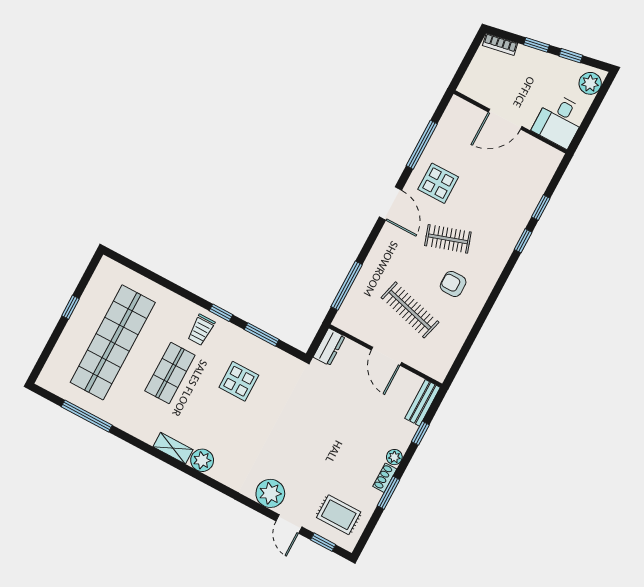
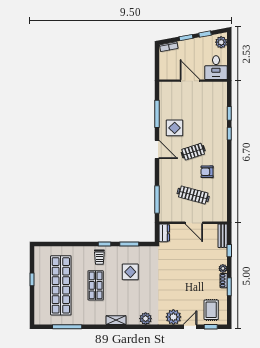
door: (505, 119) -> (190, 81), swing flipped
plant: (202, 460) -> (146, 319), moved
rug: (339, 515) -> (211, 310), turned 90
door: (289, 524) -> (190, 327), swing flipped

